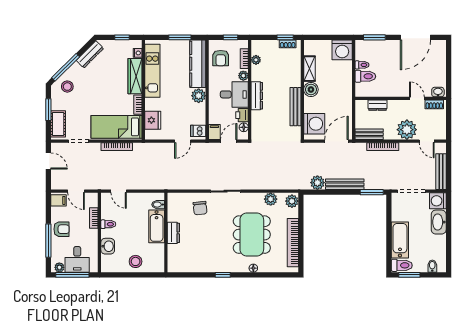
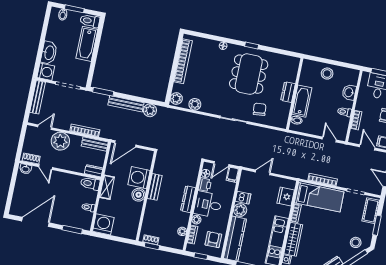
shelving: (310, 69) -> (107, 187), moved
toilet: (365, 76) -> (90, 184), moved
dresser: (377, 105) -> (94, 171), moved
bench: (295, 107) -> (155, 187), width x0.73
washing machine: (314, 124) -> (139, 178), moved
dishwasher: (198, 131) -> (243, 198), moved
door: (427, 141) -> (45, 127), hinge flipped
dining table: (252, 235) -> (249, 74), moved
window: (409, 275) -> (74, 9), moved

